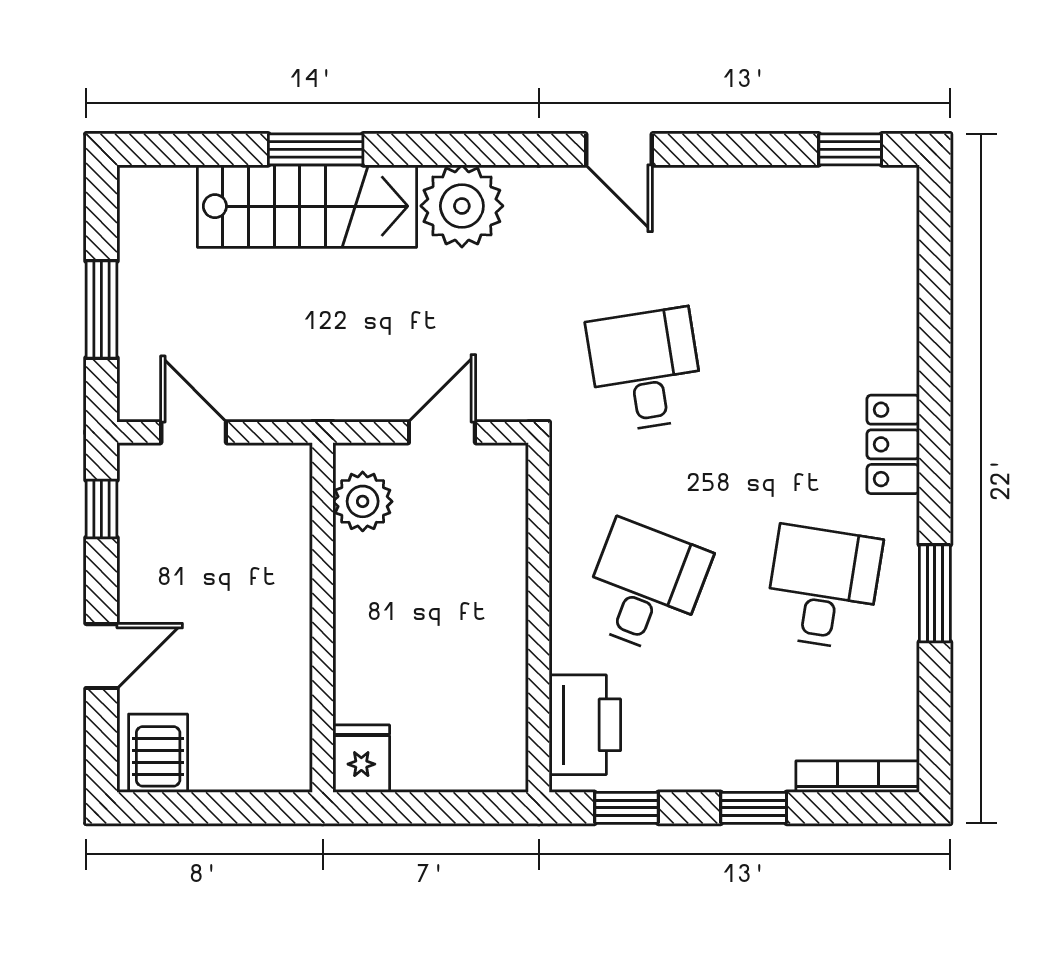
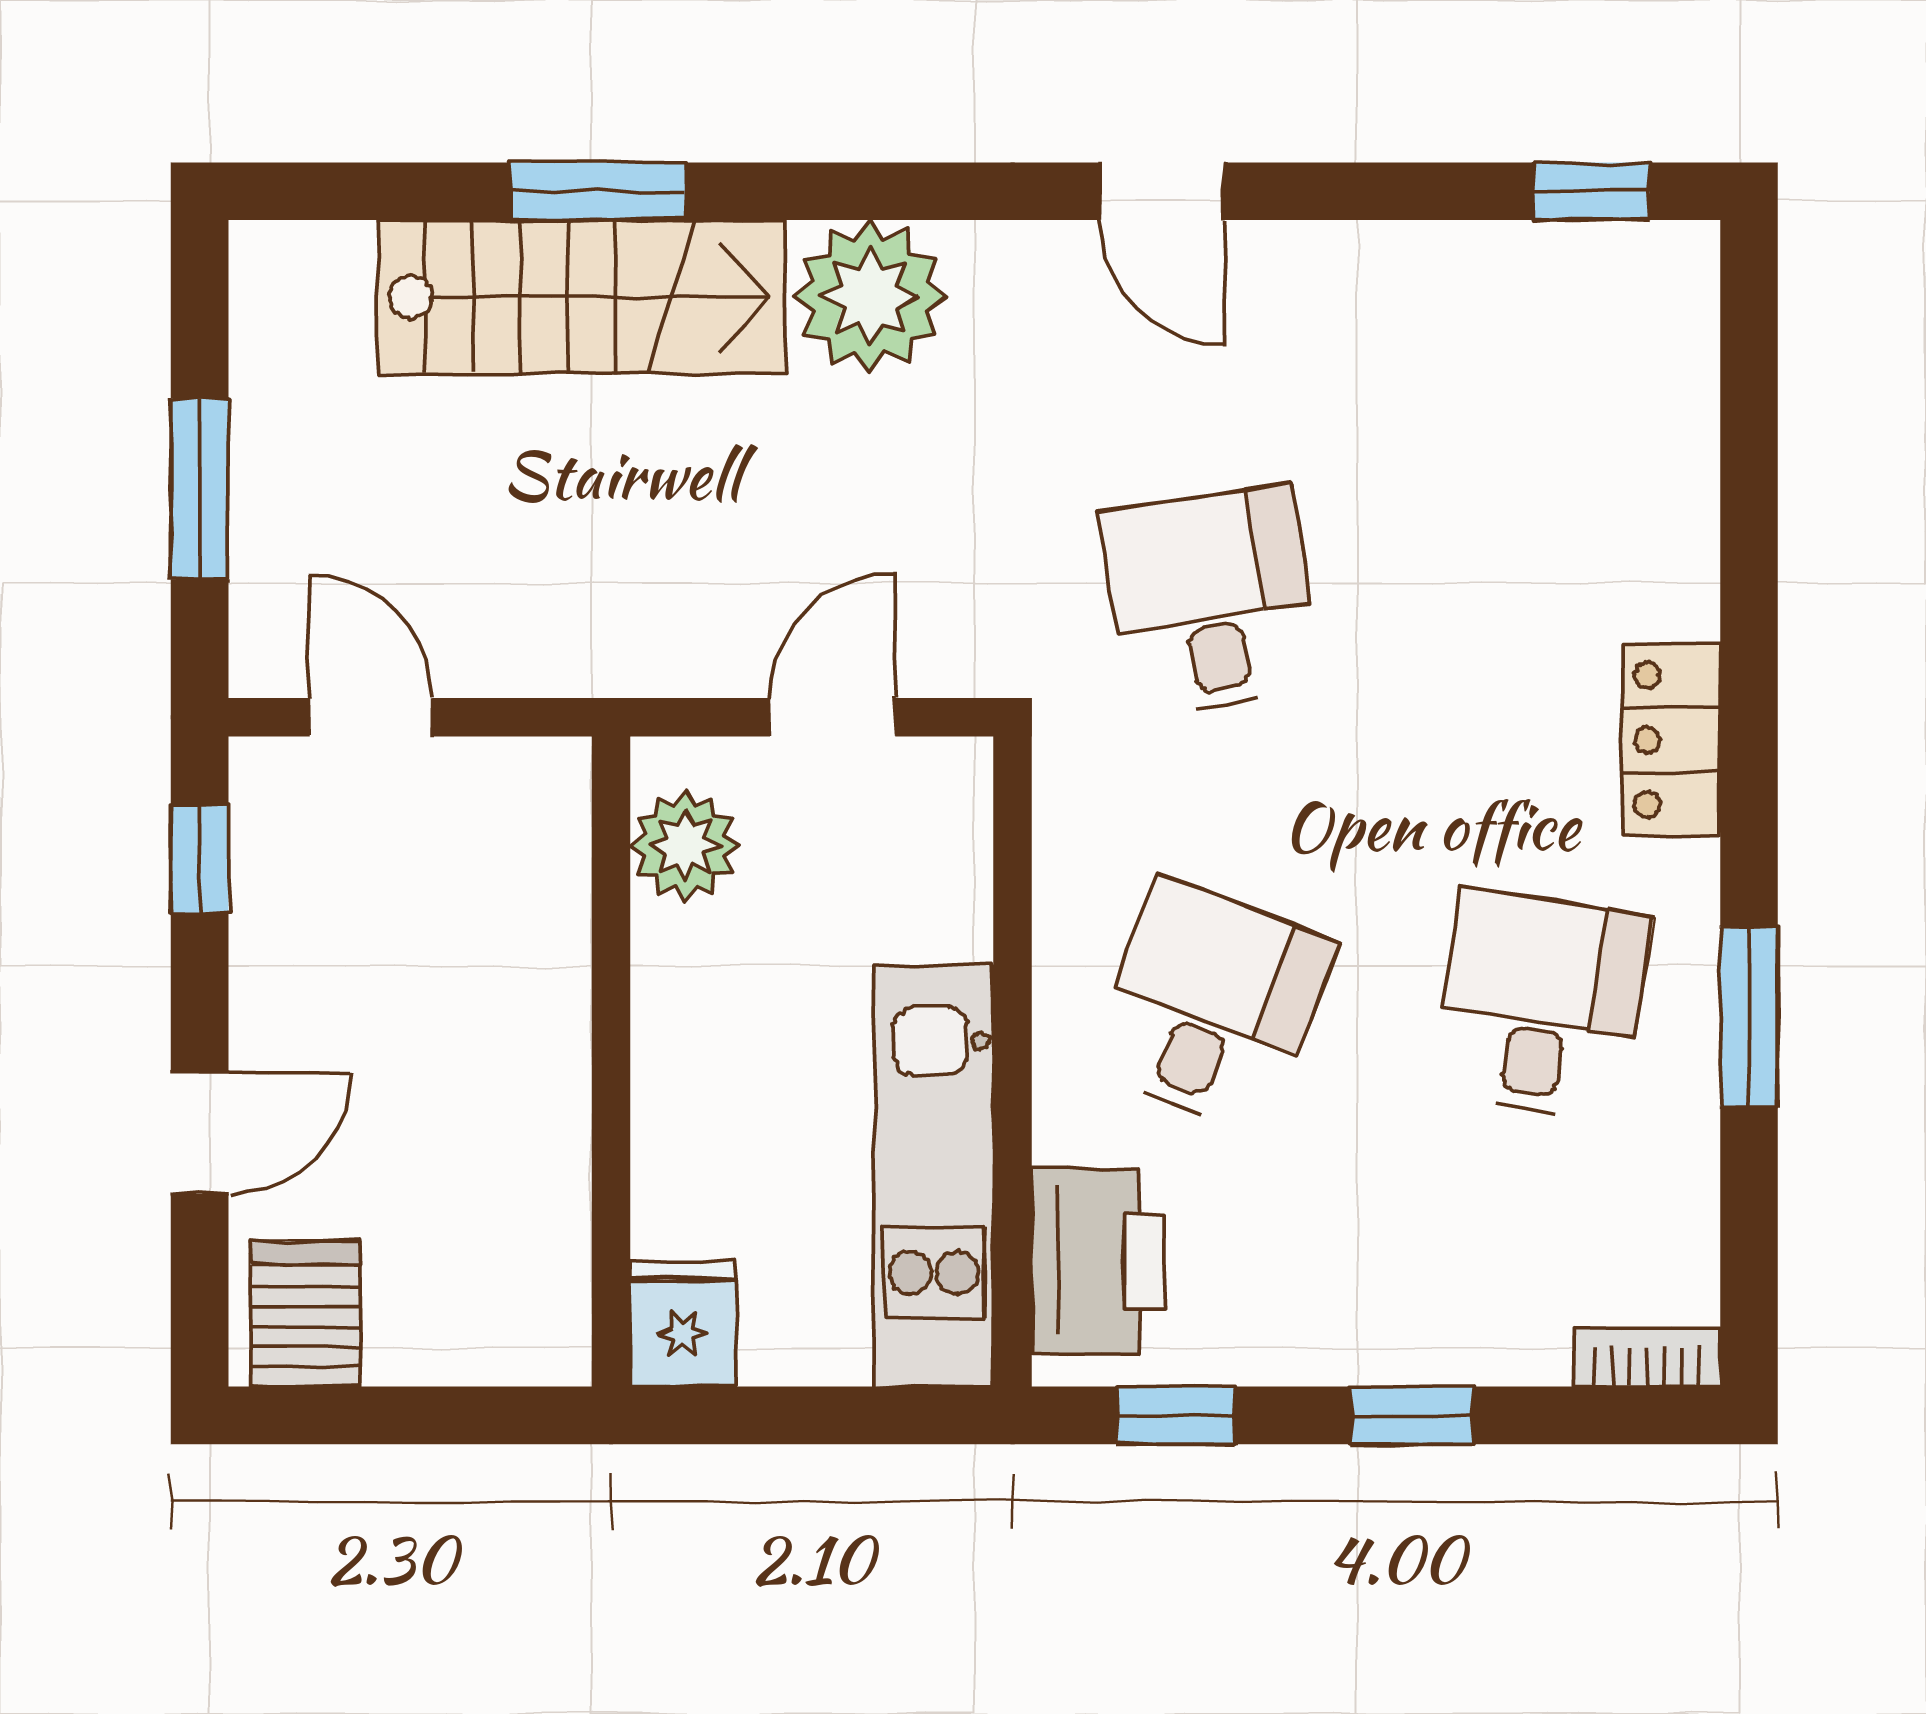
kitchen unit: (497, 679) -> (934, 1176), added
bookcase: (858, 777) -> (1647, 1357), width x0.64

